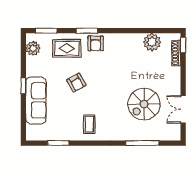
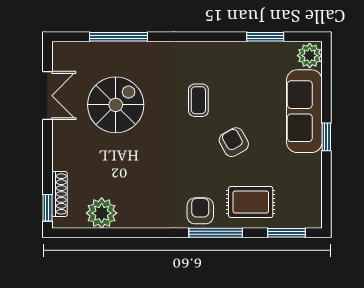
window: (87, 31) -> (216, 233), width x1.44
plant: (33, 48) -> (310, 56), moved
coffee table: (89, 124) -> (198, 100), moved

